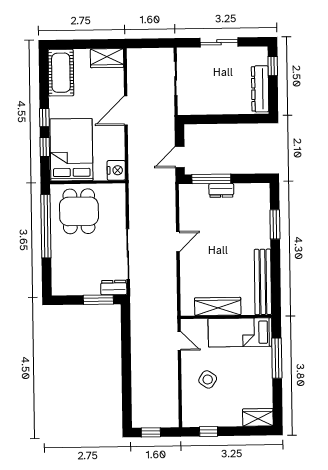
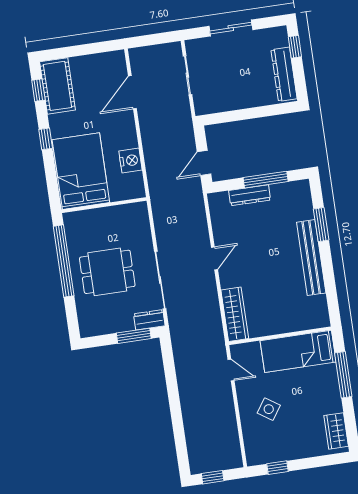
wardrobe: (107, 58) -> (107, 63), removed
door: (126, 111) -> (132, 92), moved
window: (45, 147) -> (38, 90), moved
nightstand: (116, 170) -> (130, 160), moved
window: (211, 179) -> (266, 180), moved
dresser: (221, 190) -> (250, 195), width x1.44
dining table: (79, 211) -> (107, 272), moved, turned 90
bench: (263, 282) -> (311, 258), moved
wardrobe: (218, 306) -> (235, 314), moved, turned 90
wardrobe: (258, 417) -> (336, 431), moved, turned -90

